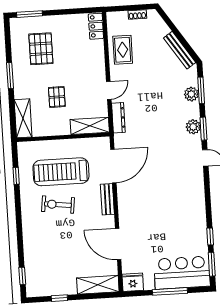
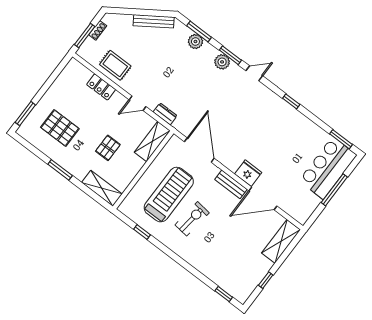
window: (125, 8) -> (85, 35), added
locker: (96, 26) -> (101, 87), moved
door: (109, 90) -> (138, 103), swing flipped
pallet: (57, 97) -> (108, 148), turned 90
dresser: (118, 118) -> (165, 114), width x0.70
treadmill: (61, 172) -> (169, 195), turned 180
bench: (107, 199) -> (231, 184), moved
exercise bike: (58, 205) -> (192, 219), turned 180
window: (210, 237) -> (291, 101), moved
fridge: (133, 282) -> (248, 173), moved, turned 90

